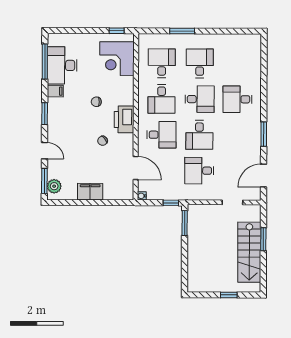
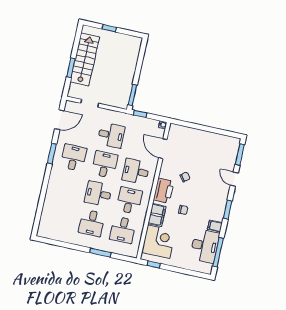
desk: (238, 99) -> (74, 158), moved, turned -90
plant: (54, 186) -> (233, 148), removed
filing cabinet: (90, 192) -> (157, 215), moved, turned -90

